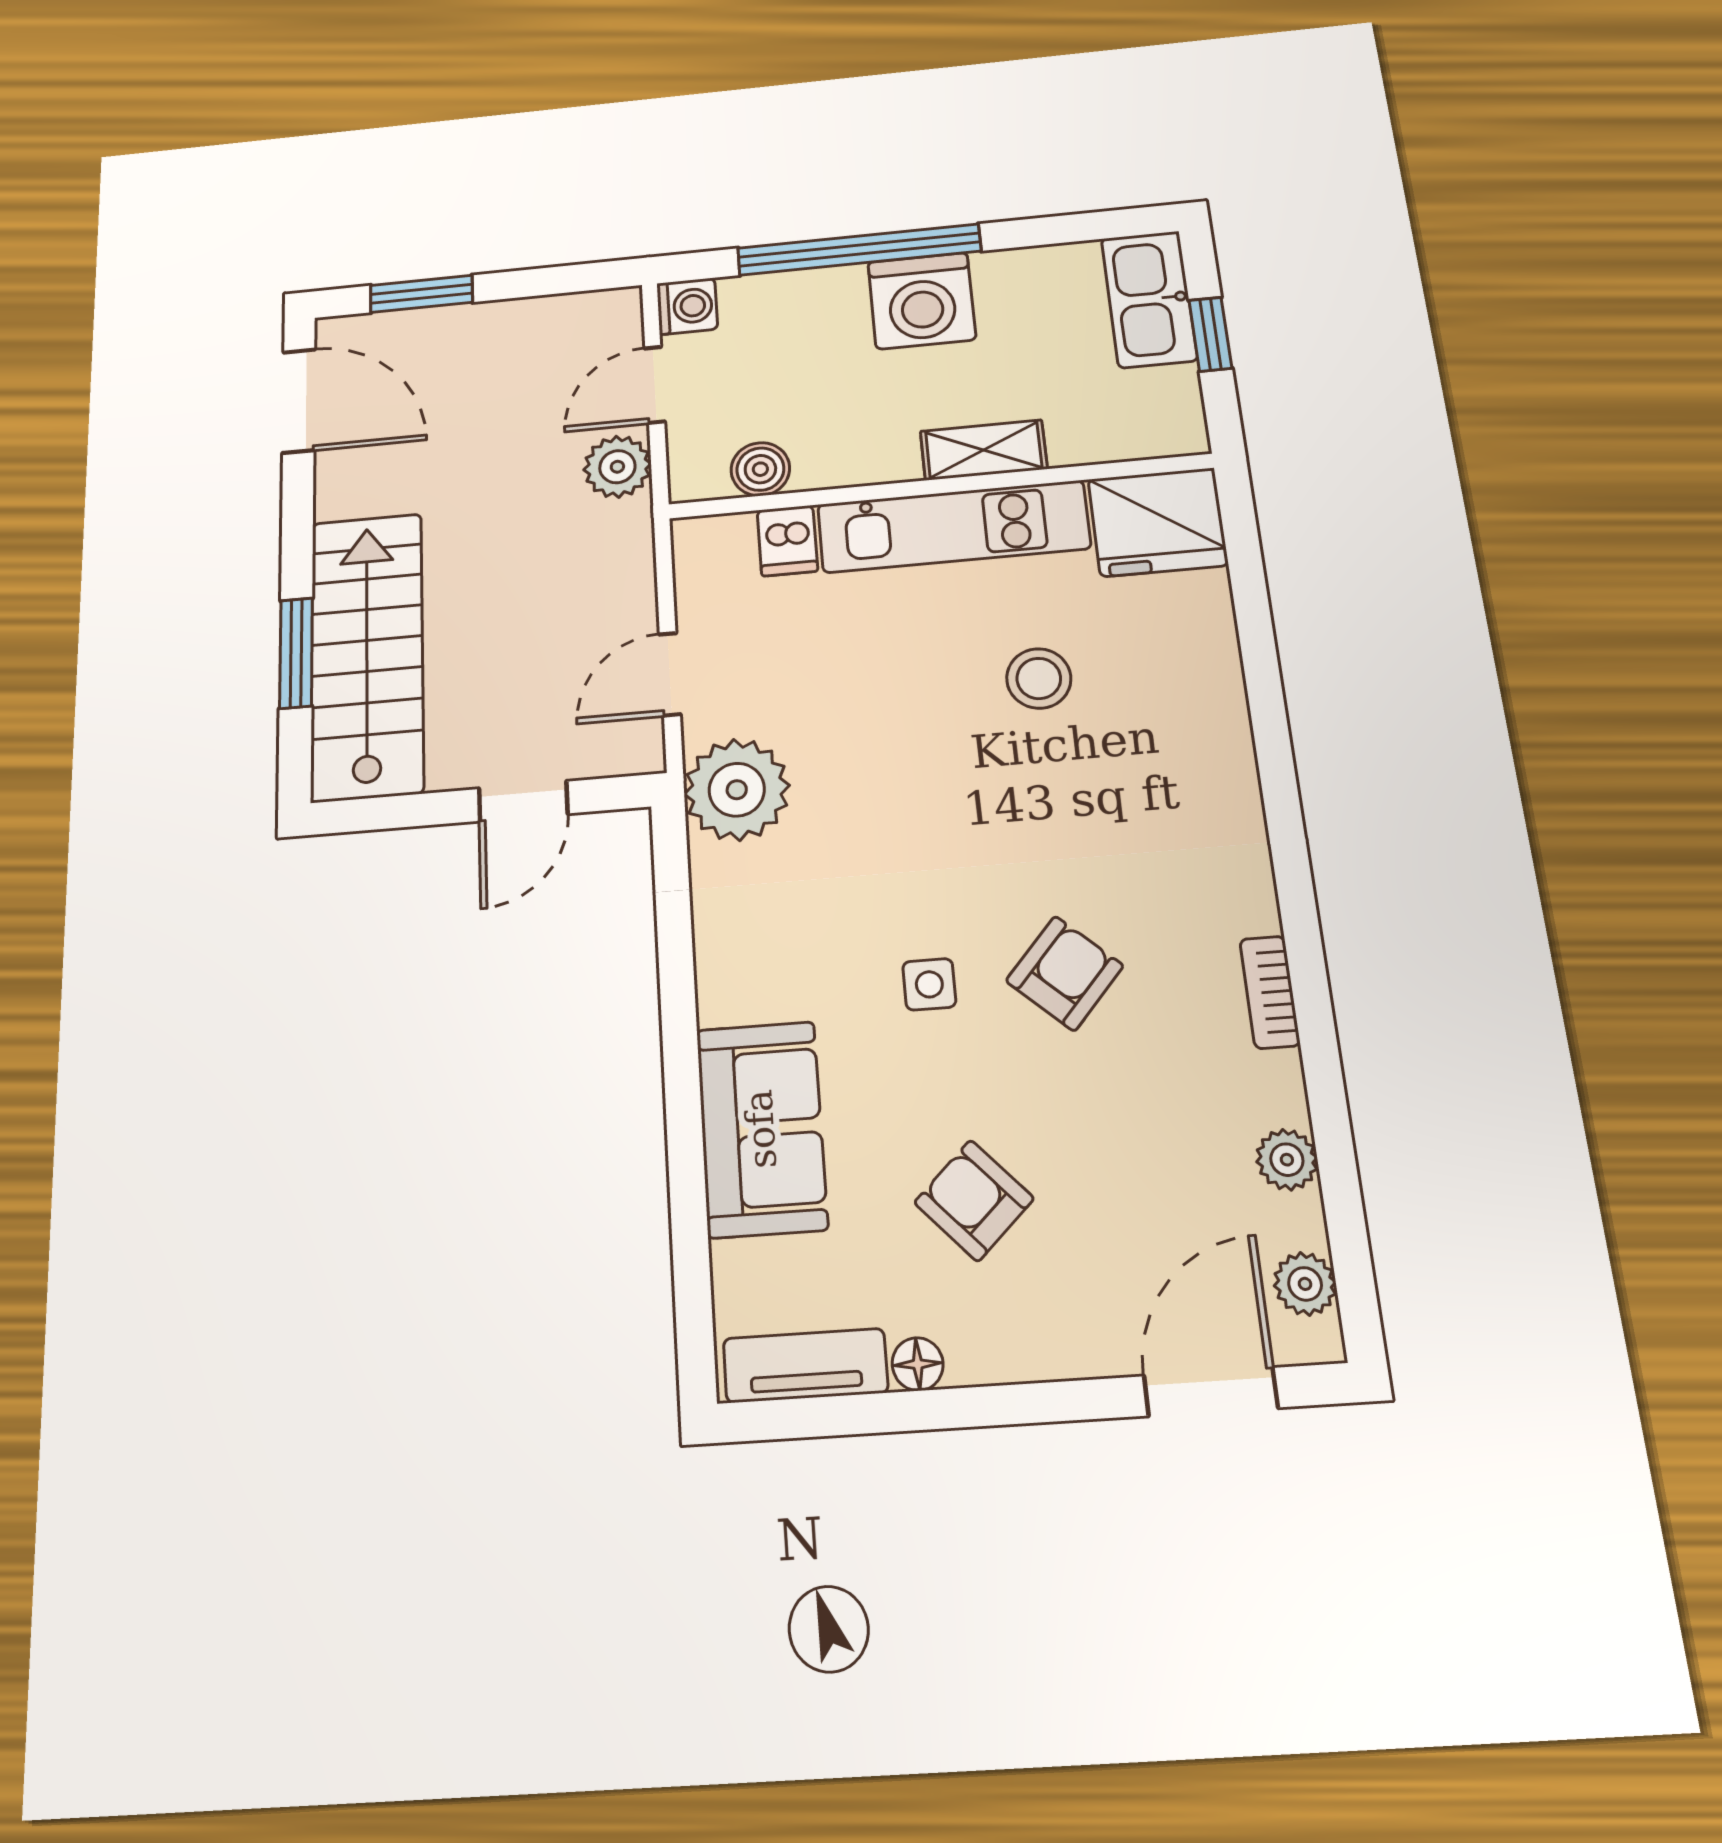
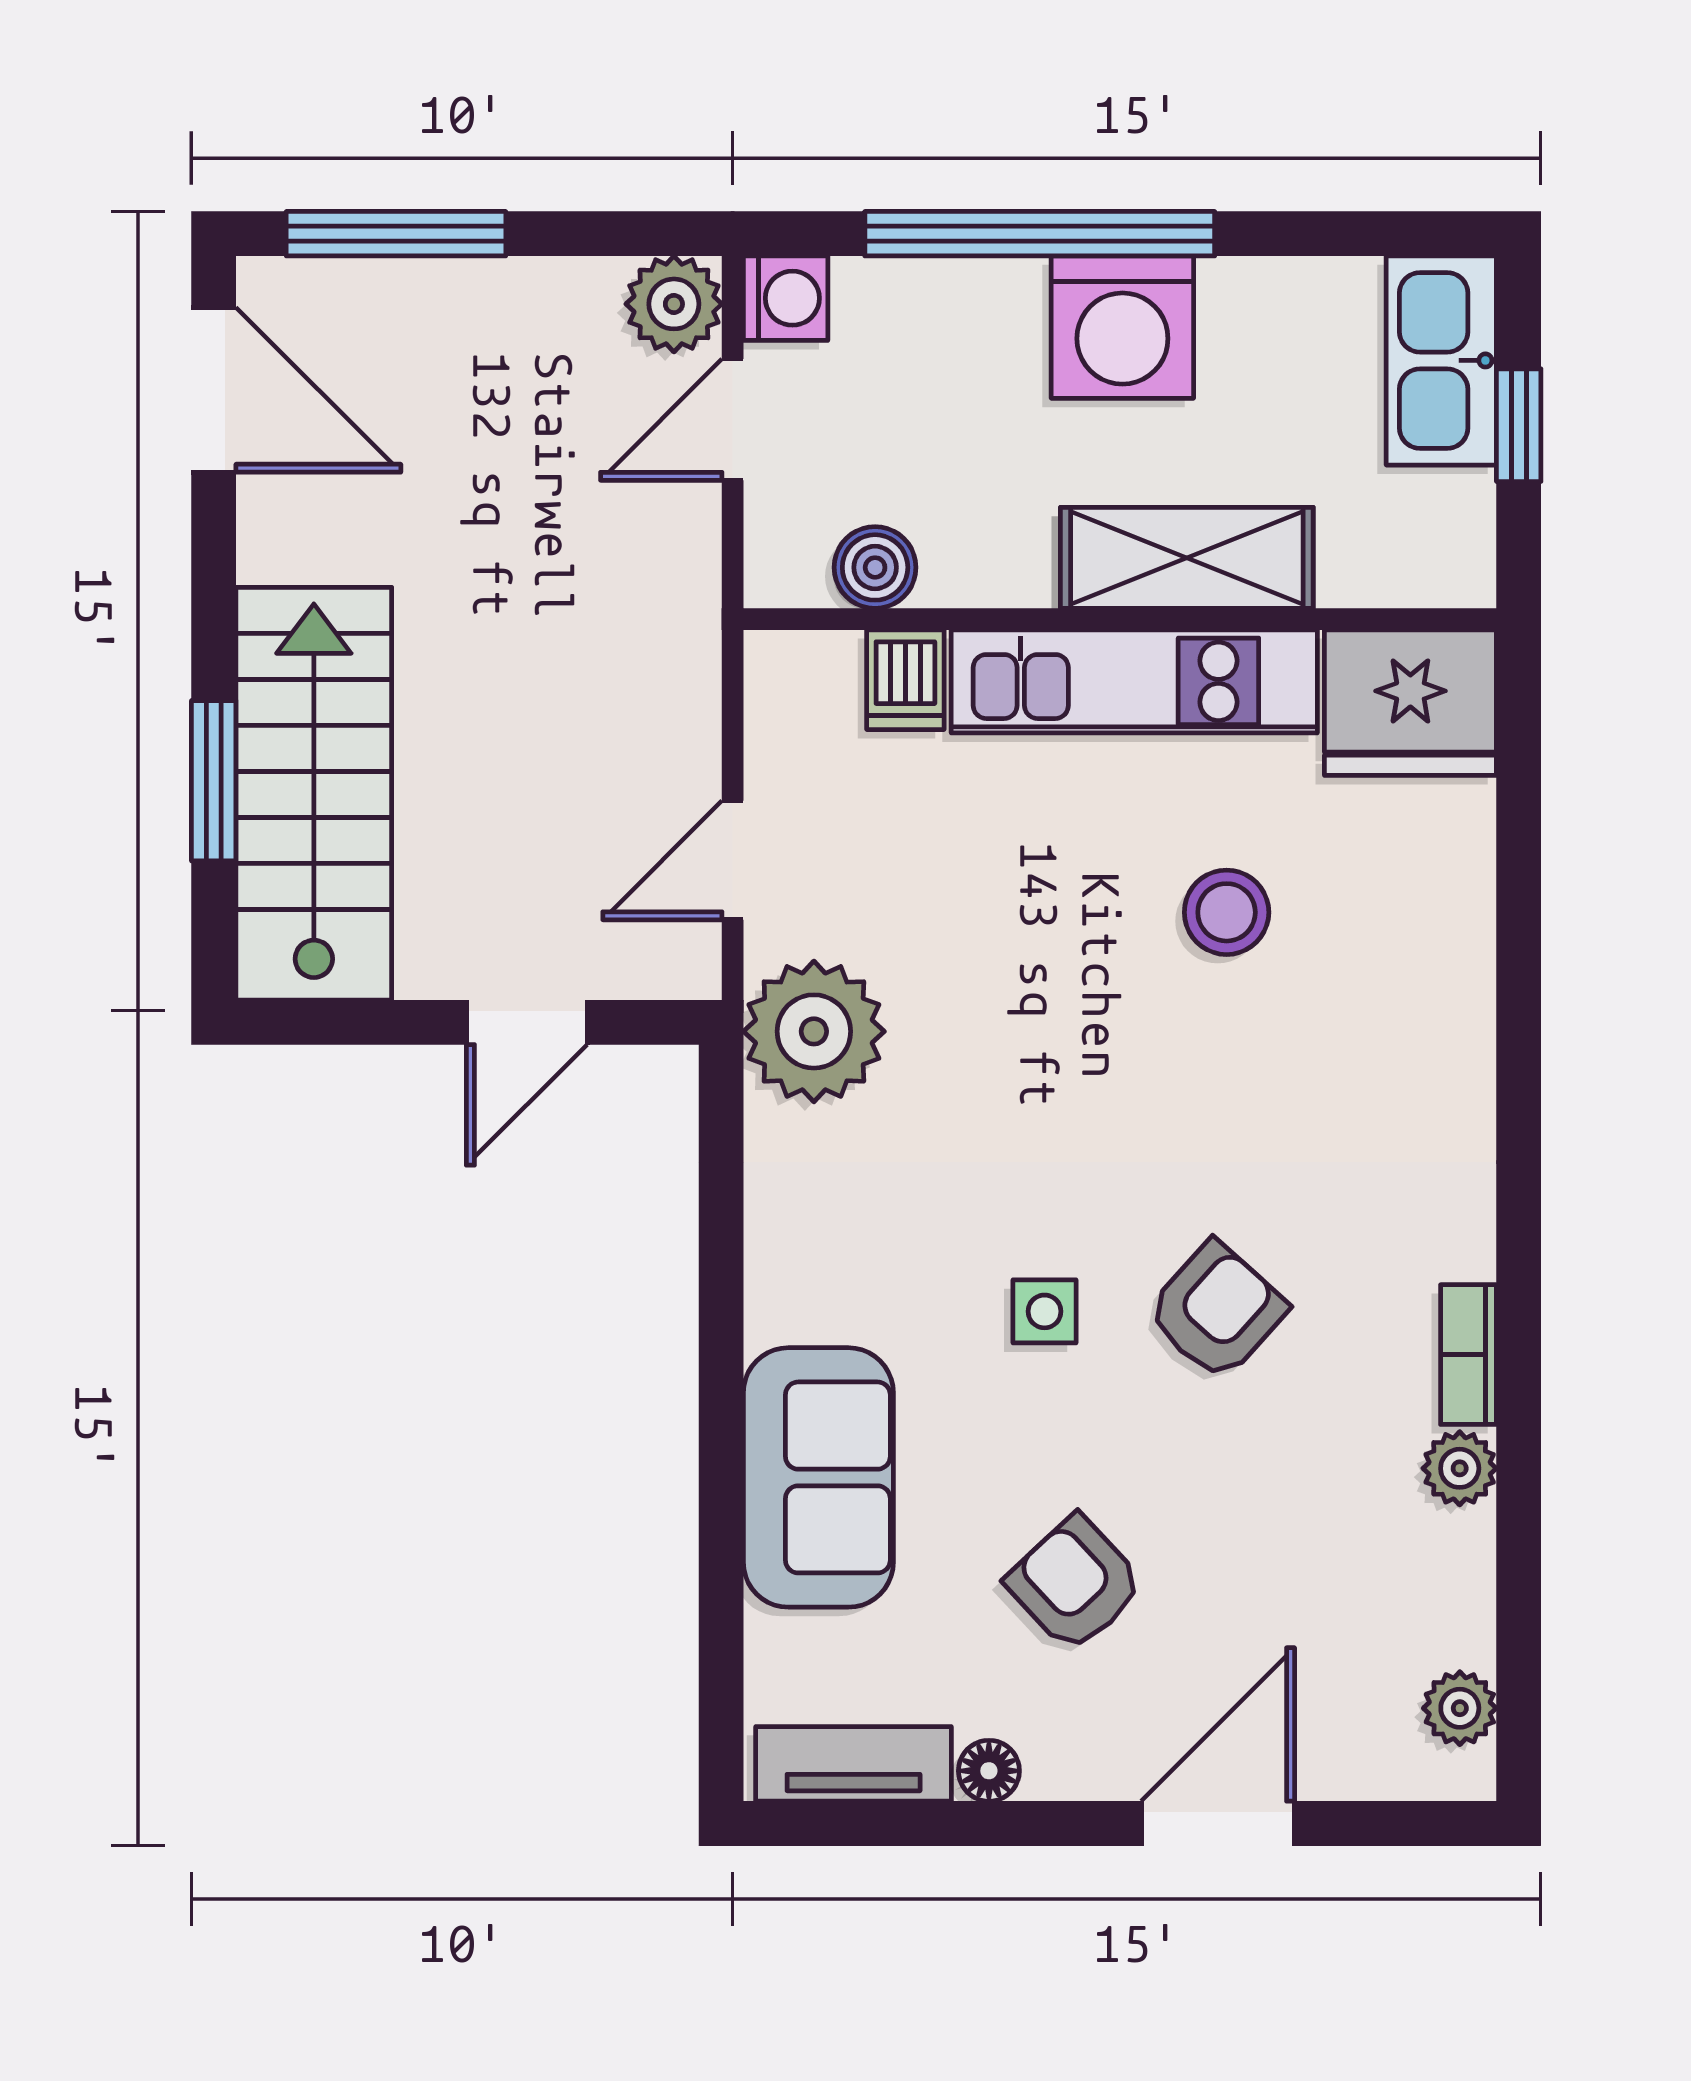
window: (421, 294) -> (396, 234), width x1.44
shelving: (984, 450) -> (1187, 558), width x1.50, depth x1.33
plant: (617, 467) -> (674, 304), moved
plant: (1287, 1160) -> (1460, 1468), moved
door: (1211, 1392) -> (1218, 1824), moved

